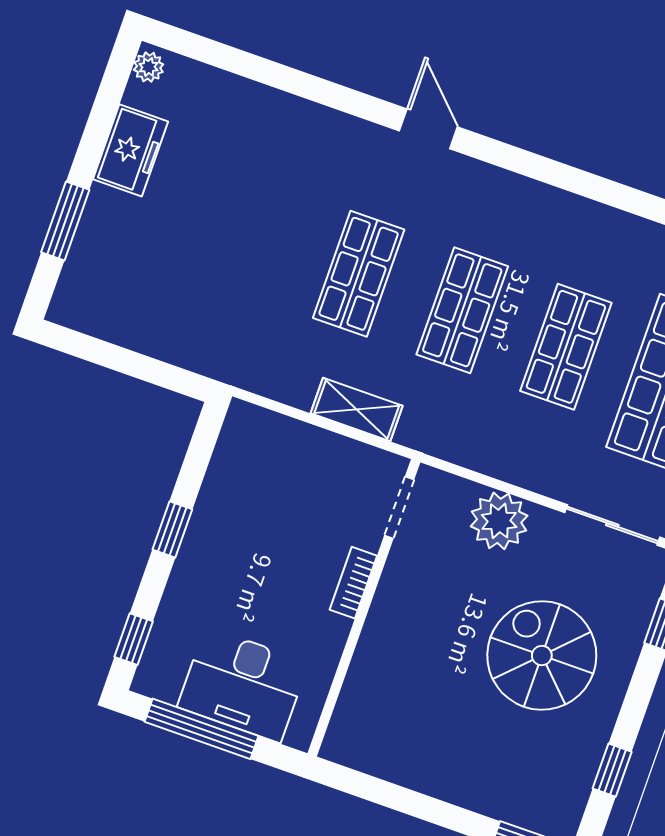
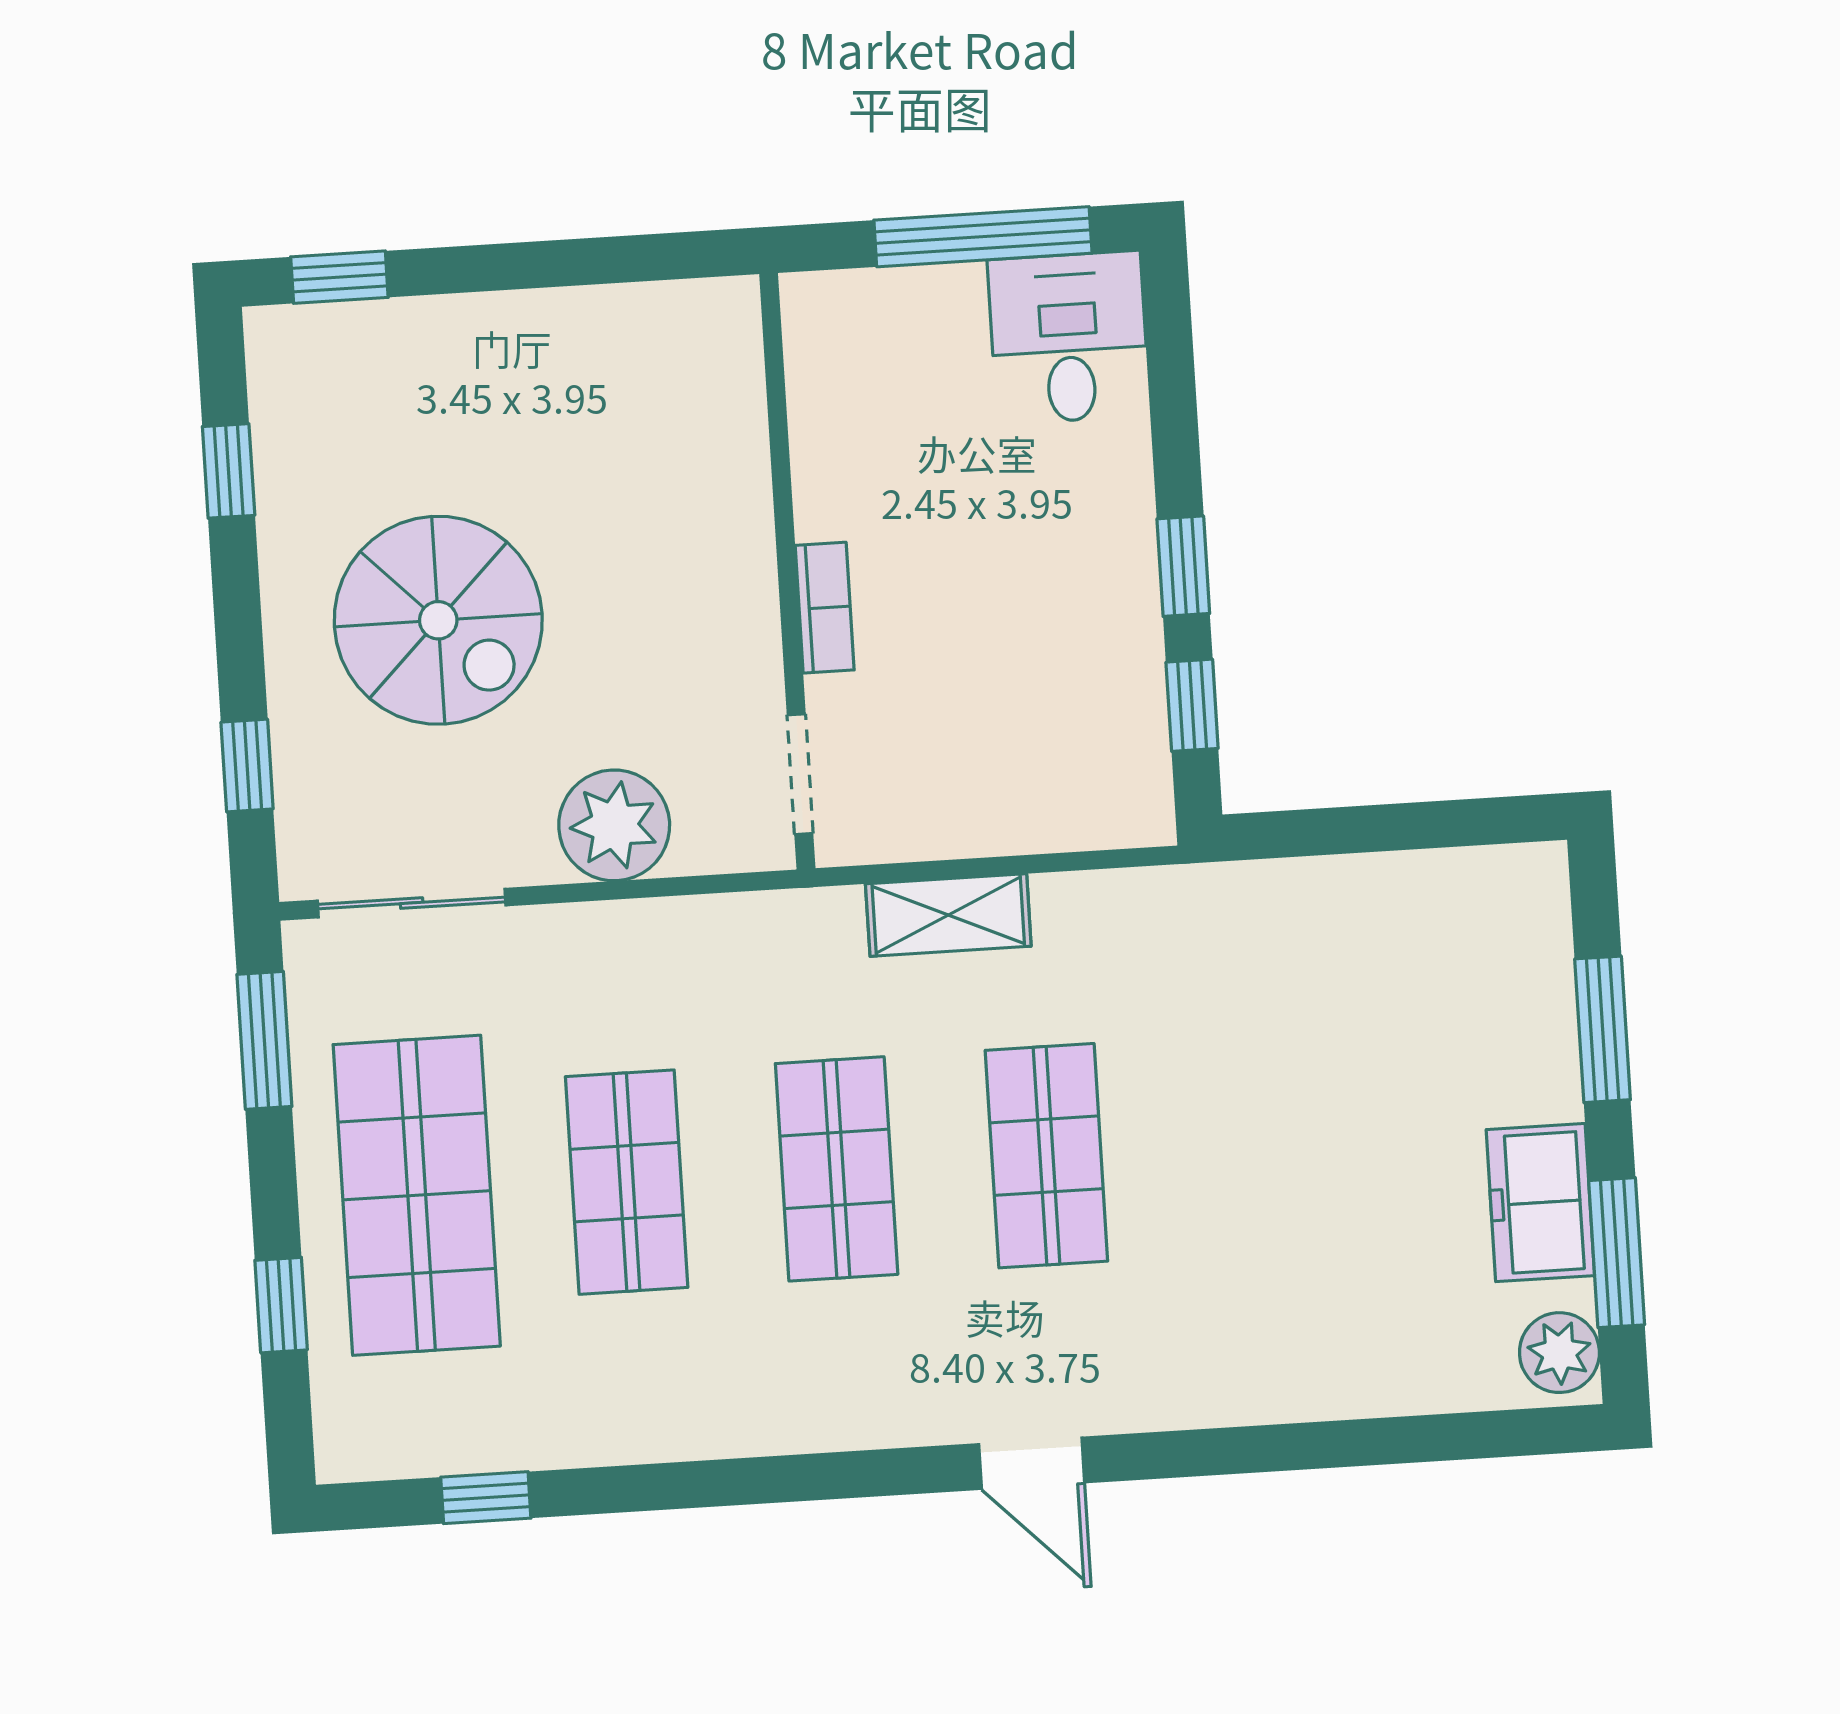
plant: (149, 67) -> (1559, 1353), width x1.38, depth x1.38
window: (104, 111) -> (1617, 1253), added
window: (134, 639) -> (1192, 705), moved
desk: (243, 685) -> (1069, 338), moved, width x0.73

